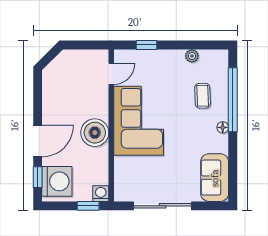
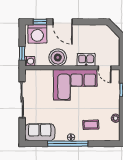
window: (233, 100) -> (68, 144), moved
kitchen sink: (98, 103) -> (86, 60), added
boiler: (95, 133) -> (58, 58), moved

